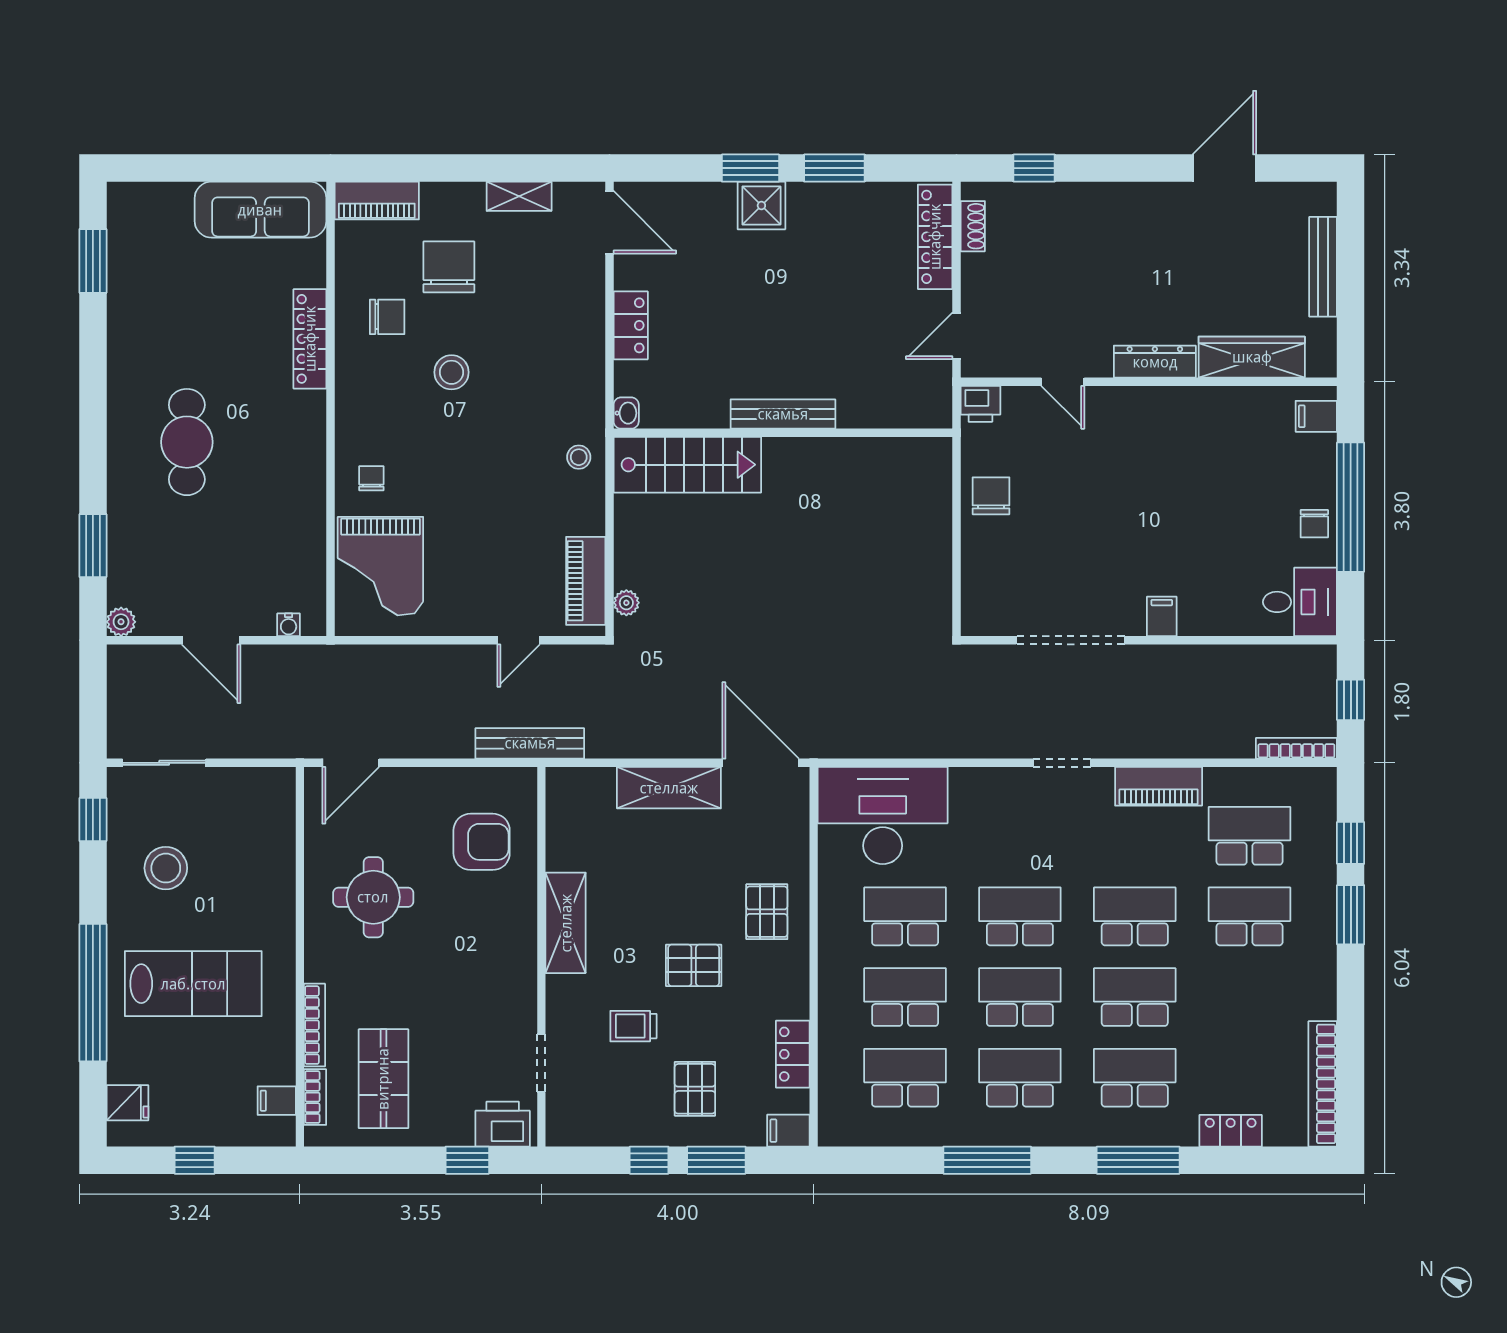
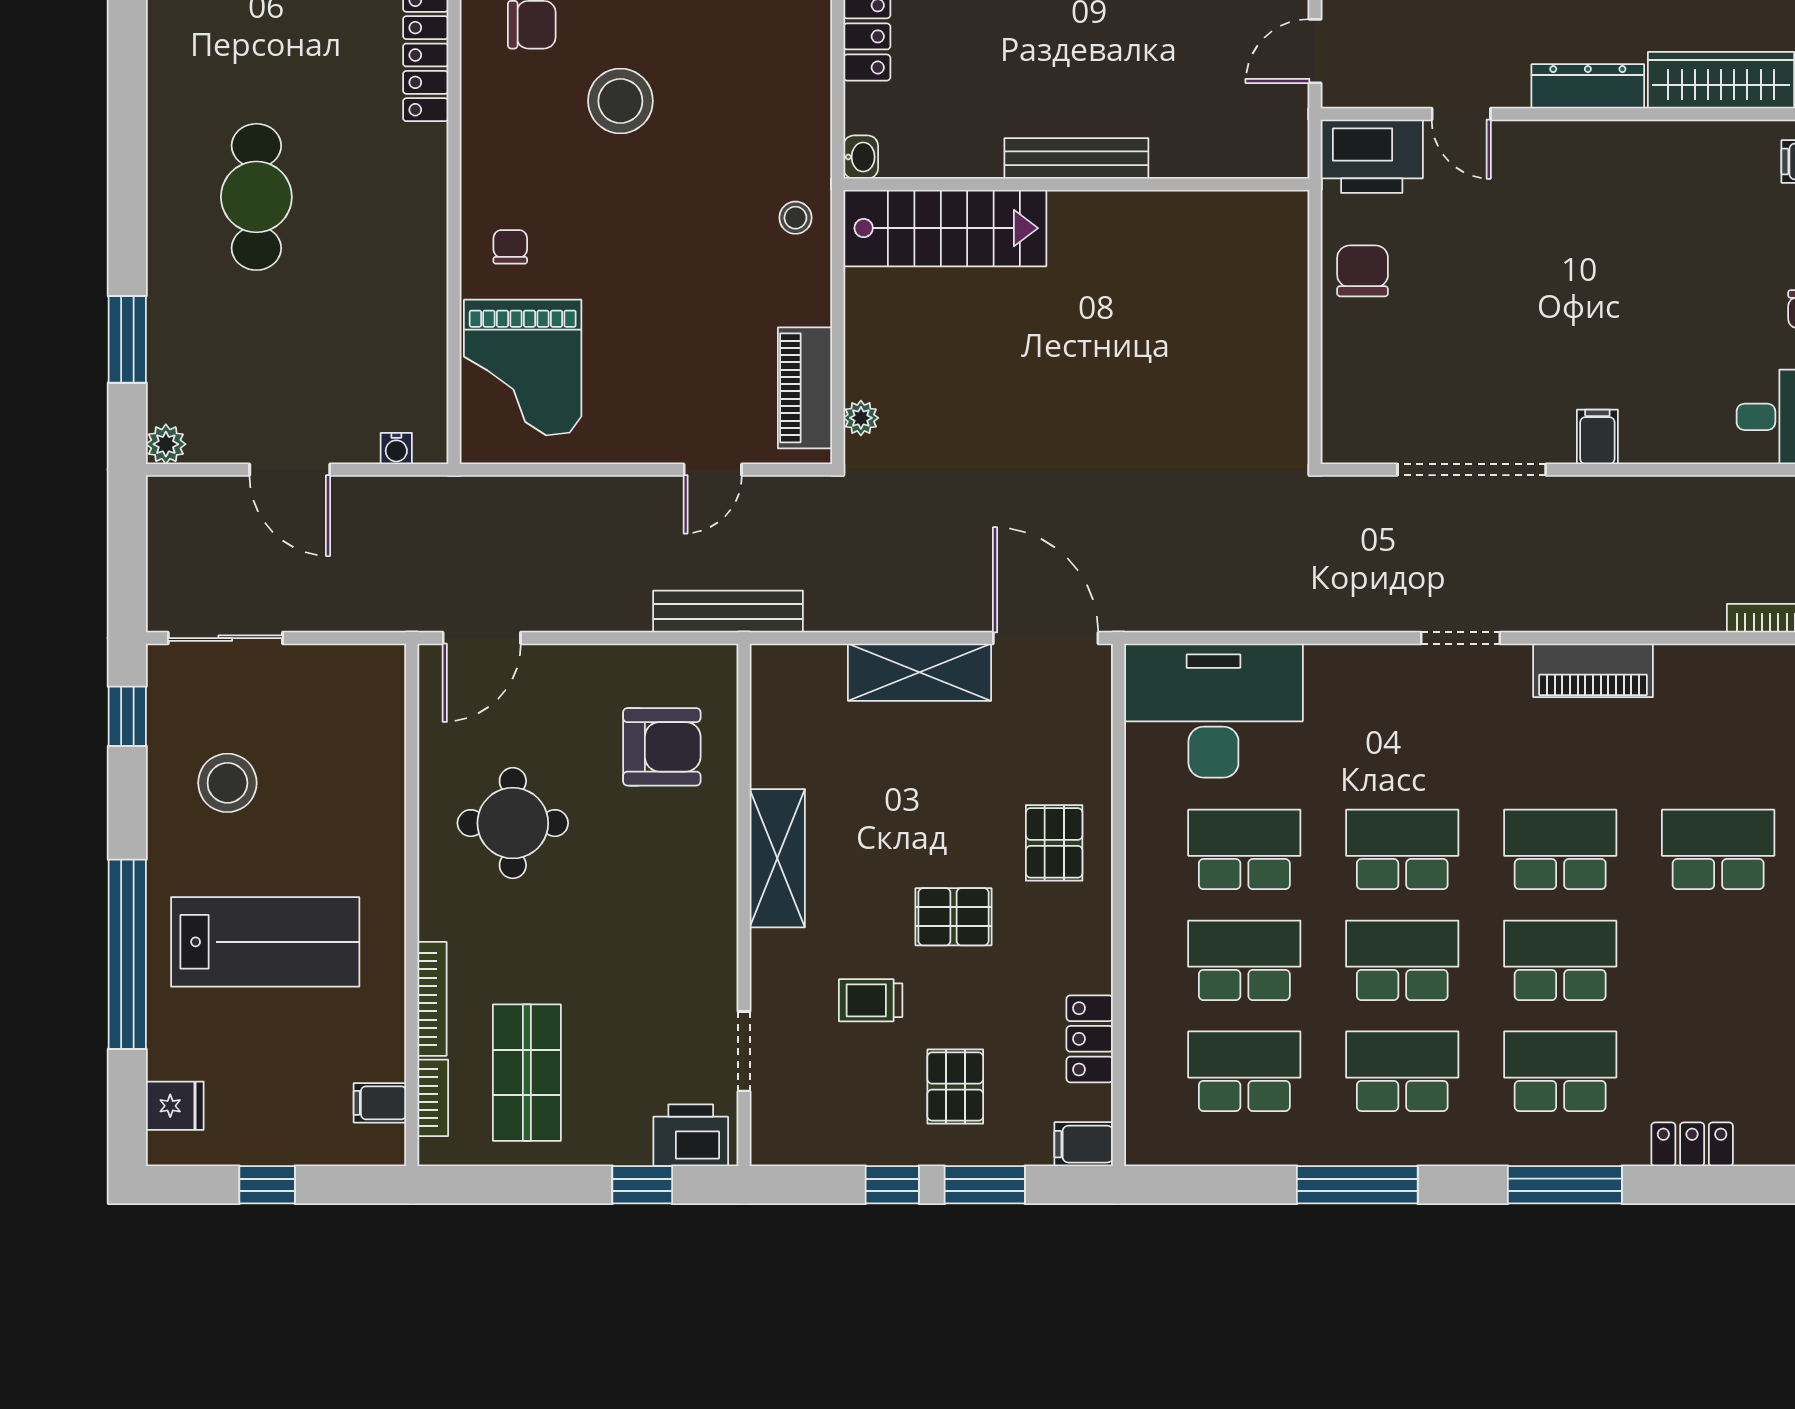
stool: (452, 372) -> (620, 101), width x1.38, depth x1.38
printer: (980, 404) -> (1372, 156), width x1.87, depth x1.48
school desk: (1250, 836) -> (1718, 738), removed

